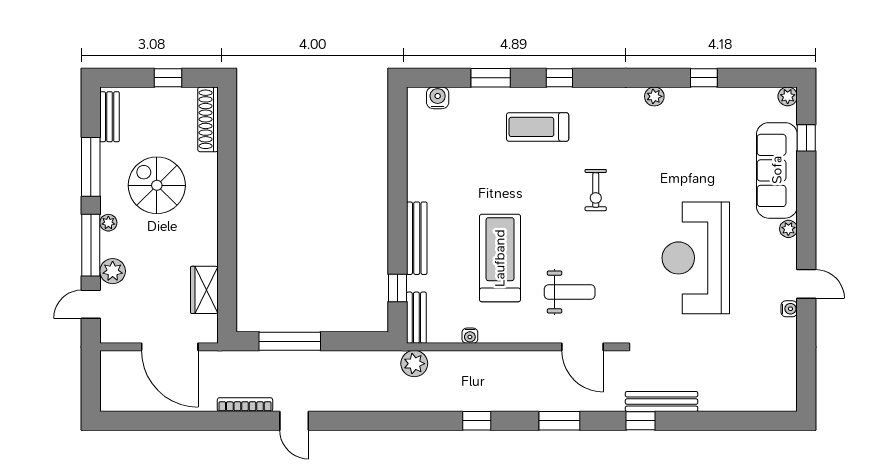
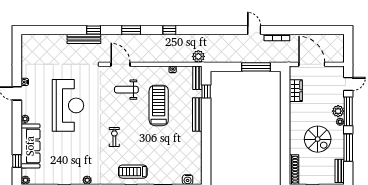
treadmill: (538, 127) -> (133, 172), moved, turned 180
treadmill: (500, 258) -> (159, 105), turned 180
plant: (113, 271) -> (338, 111), moved

